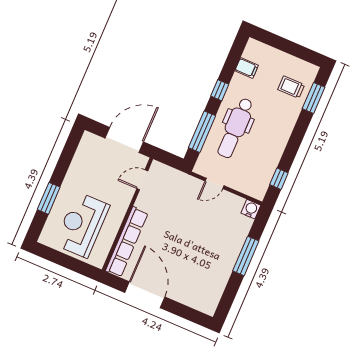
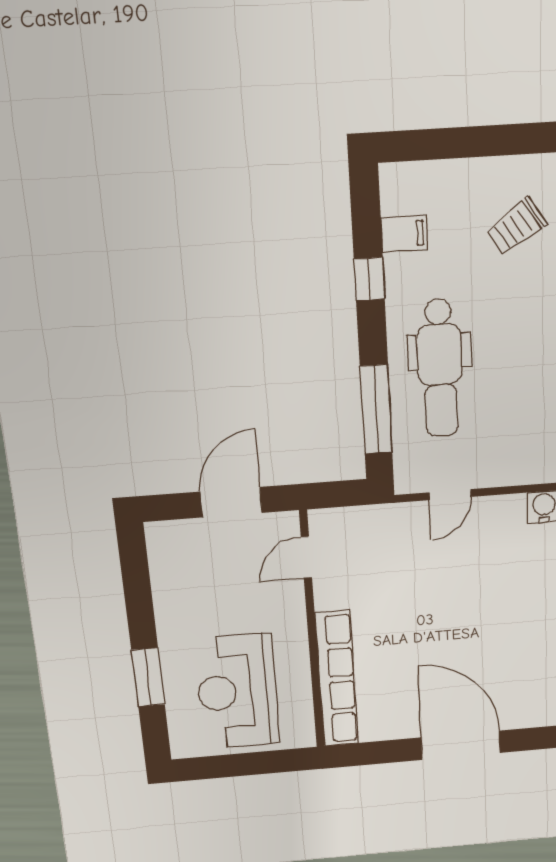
trolley: (291, 87) -> (516, 227), turned -34
window: (220, 90) -> (369, 279), moved
door: (124, 140) -> (231, 502), width x0.73
door: (145, 295) -> (461, 745), moved

